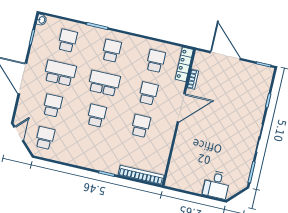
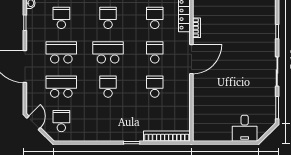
school desk: (52, 105) -> (61, 87), width x1.85

